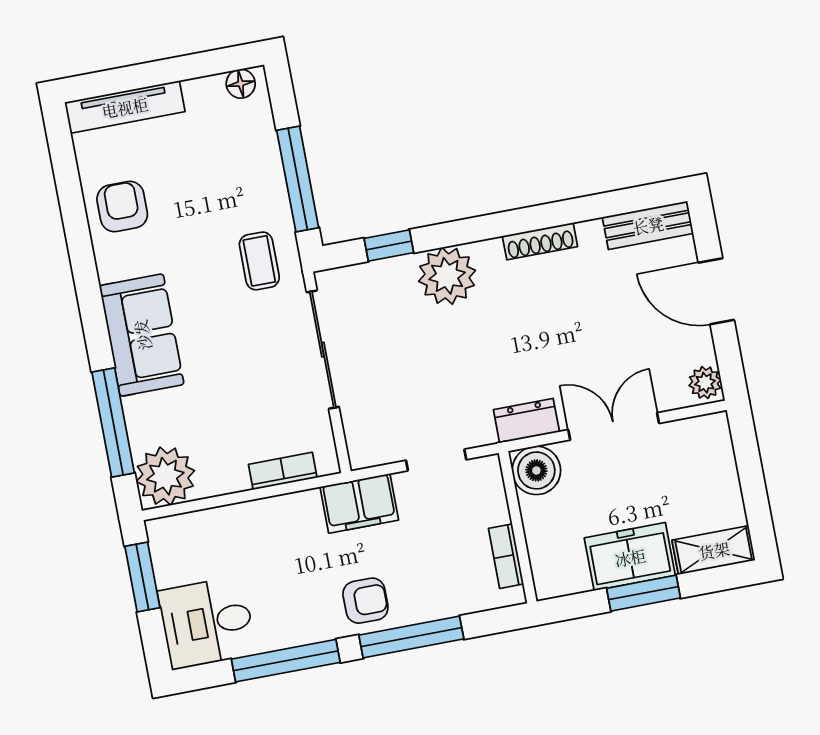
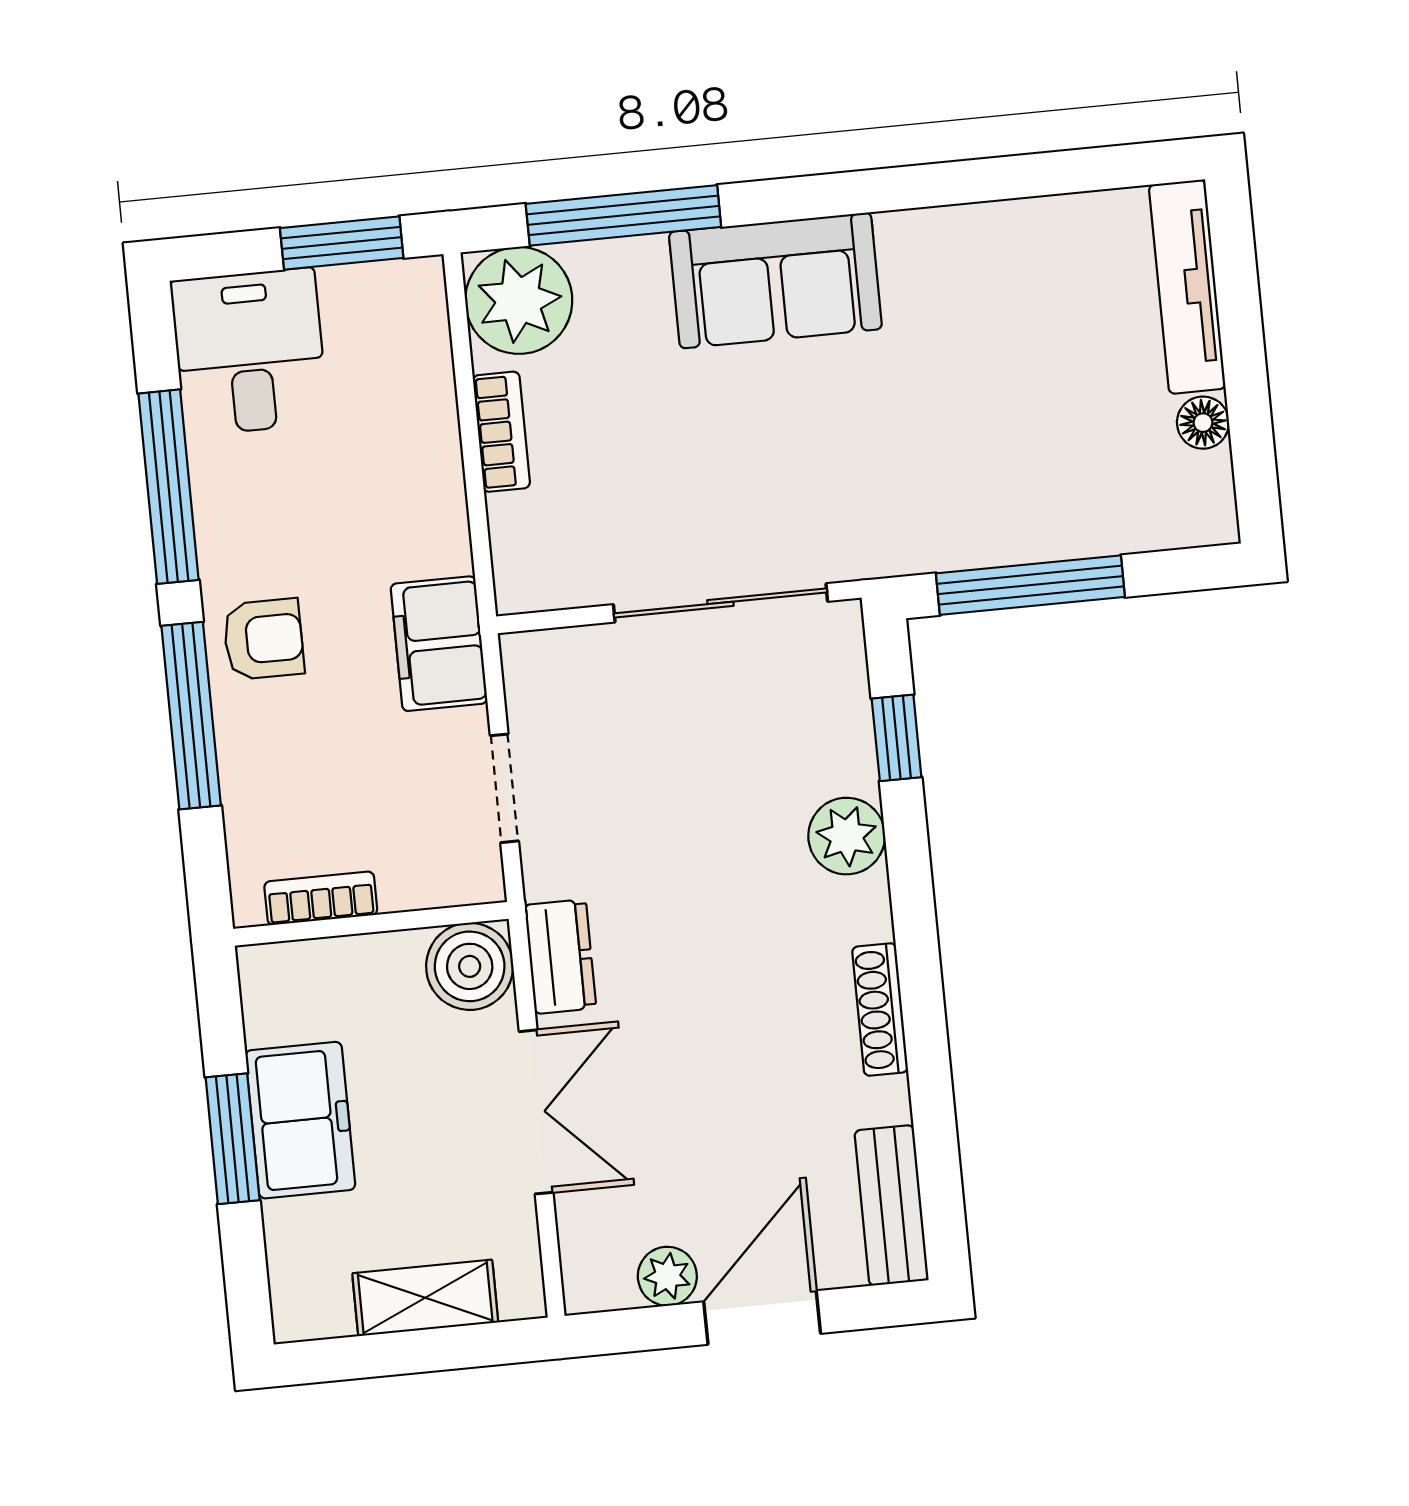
floor lamp: (241, 84) -> (1203, 423), moved
armchair: (122, 207) -> (1009, 266), removed
coffee table: (259, 261) -> (890, 503), removed
plant: (447, 276) -> (847, 836), width x0.73, depth x0.73
plant: (705, 383) -> (667, 1276), moved
bookcase: (283, 471) -> (501, 432), moved
shelving: (714, 550) -> (425, 1298), moved, turned 90
armchair: (365, 601) -> (264, 639), turned -90

